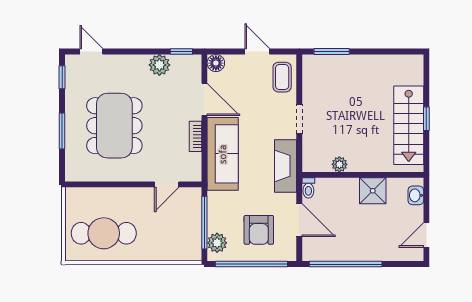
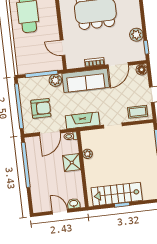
shower: (373, 191) -> (72, 163), moved
armchair: (259, 230) -> (41, 108), turned 180
door: (426, 235) -> (60, 212), moved
plant: (217, 243) -> (55, 80), moved

